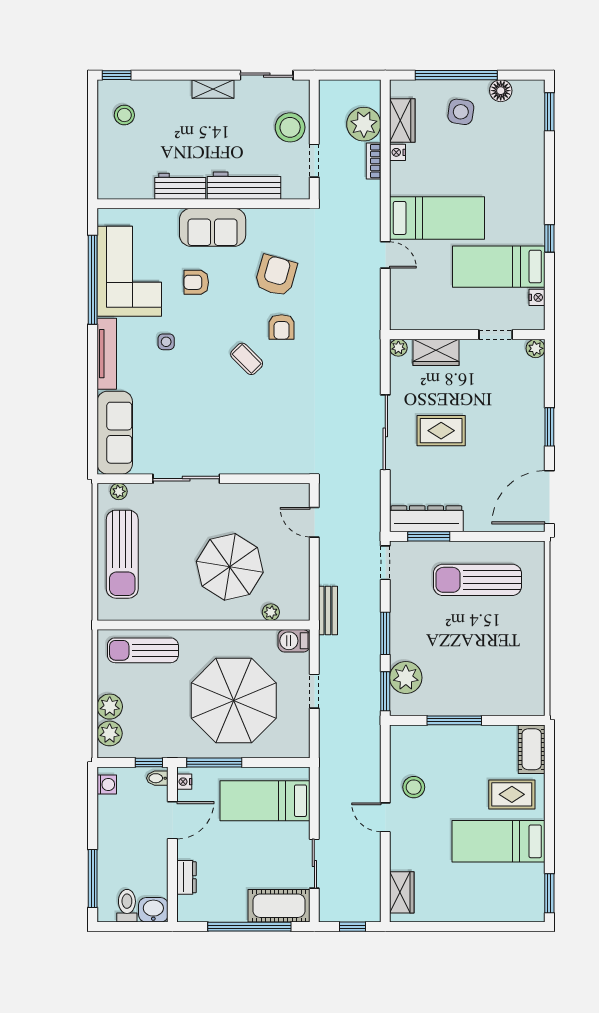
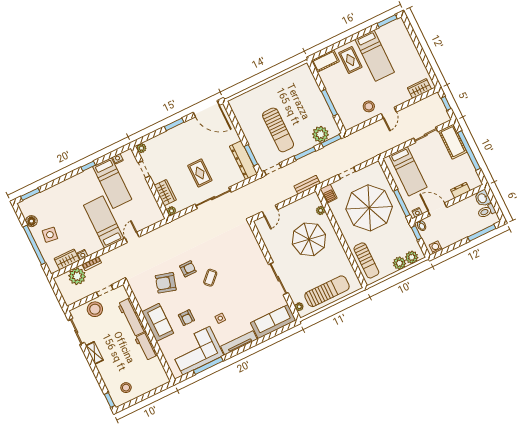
window: (93, 280) -> (208, 366), width x0.68
sun lounger: (477, 580) -> (278, 130), moved

